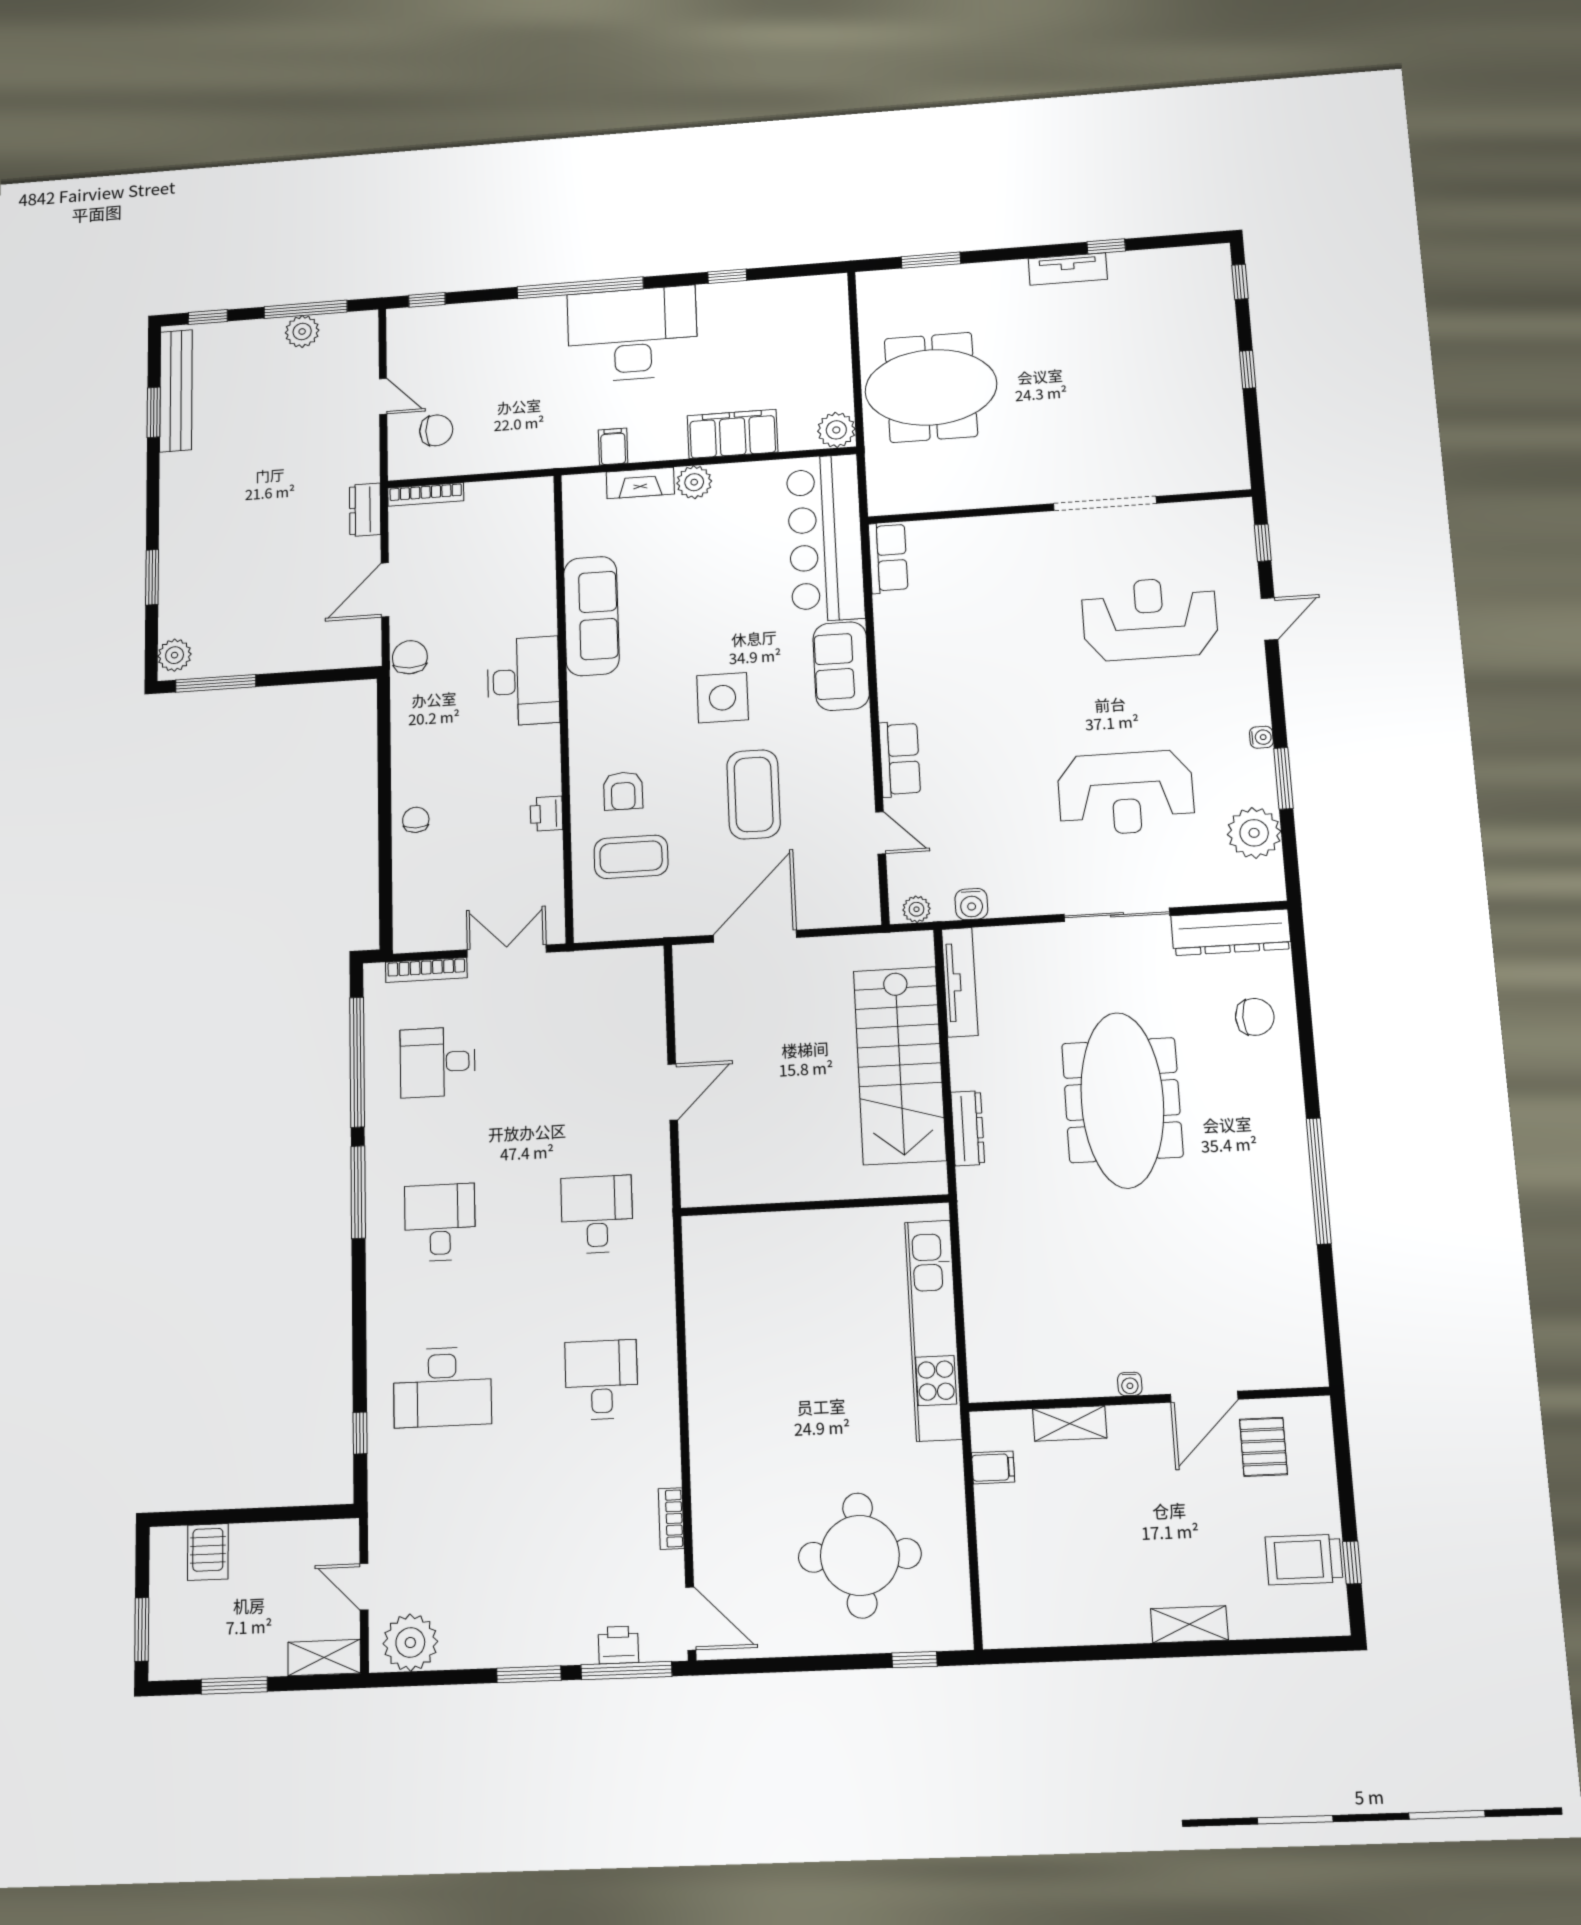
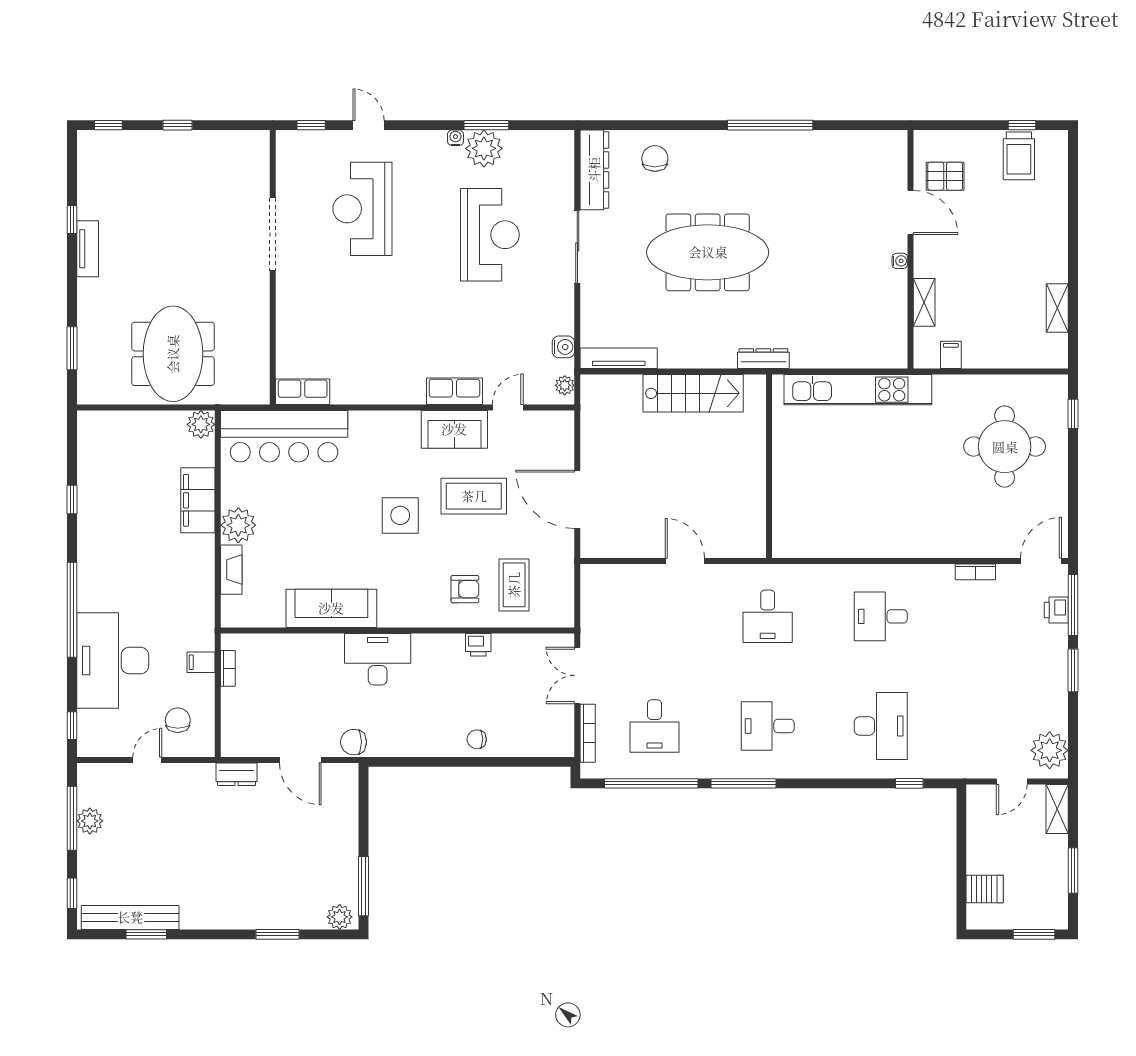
desk: (632, 334) -> (113, 661), moved
filing cabinet: (613, 446) -> (201, 662), moved
plant: (694, 482) -> (238, 525), width x1.36, depth x1.36
bookcase: (426, 494) -> (228, 668), moved, width x0.64
sofa: (841, 666) -> (454, 429), moved
plant: (1254, 833) -> (484, 148), moved
stairs: (900, 1065) -> (693, 393), width x0.73, depth x0.66
dresser: (968, 1128) -> (763, 359), moved
desk: (597, 1214) -> (768, 616), turned -90
shelving: (1189, 1624) -> (1057, 308), moved

